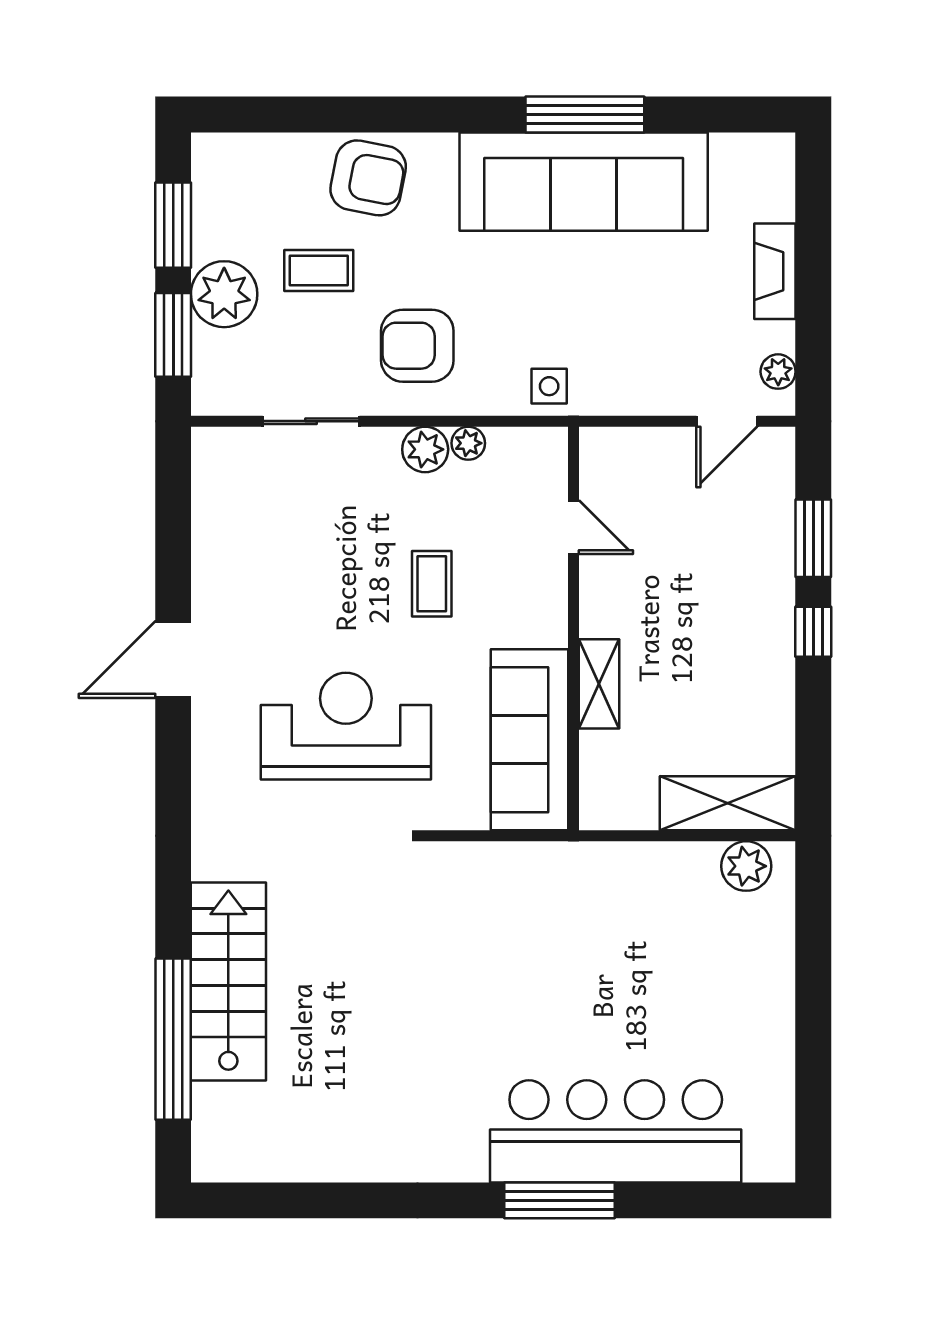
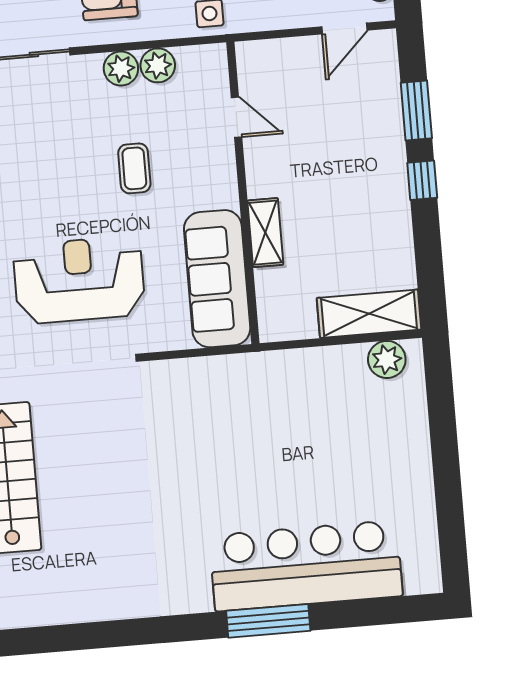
plant: (468, 443) -> (158, 65), width x1.38, depth x1.38

